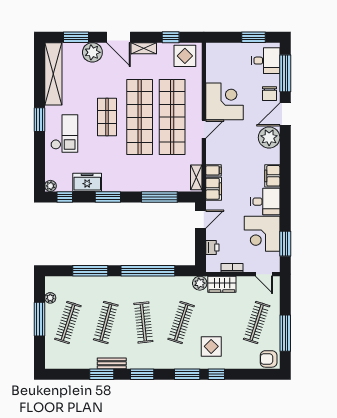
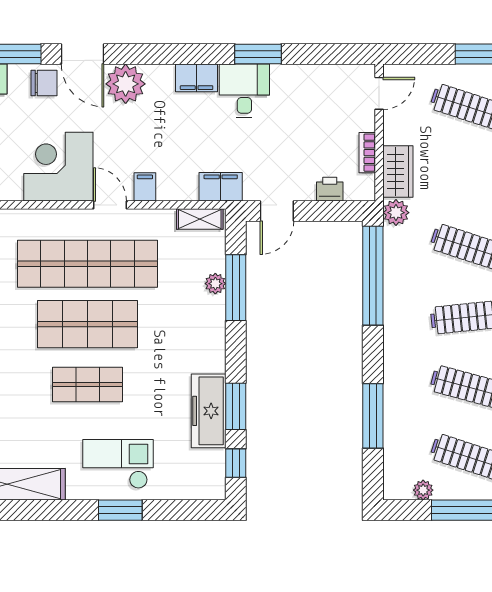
shop shelf: (140, 117) -> (87, 324), width x0.71
window: (39, 120) -> (120, 510), moved
filing cabinet: (214, 170) -> (145, 187), moved
freezer: (87, 182) -> (209, 411), width x1.40
plant: (50, 186) -> (215, 284), moved
window: (108, 197) -> (236, 406), moved
door: (201, 219) -> (277, 211), swing flipped
corner desk: (262, 234) -> (304, 97), removed
window: (285, 244) -> (258, 54), moved
window: (148, 271) -> (373, 276), moved

